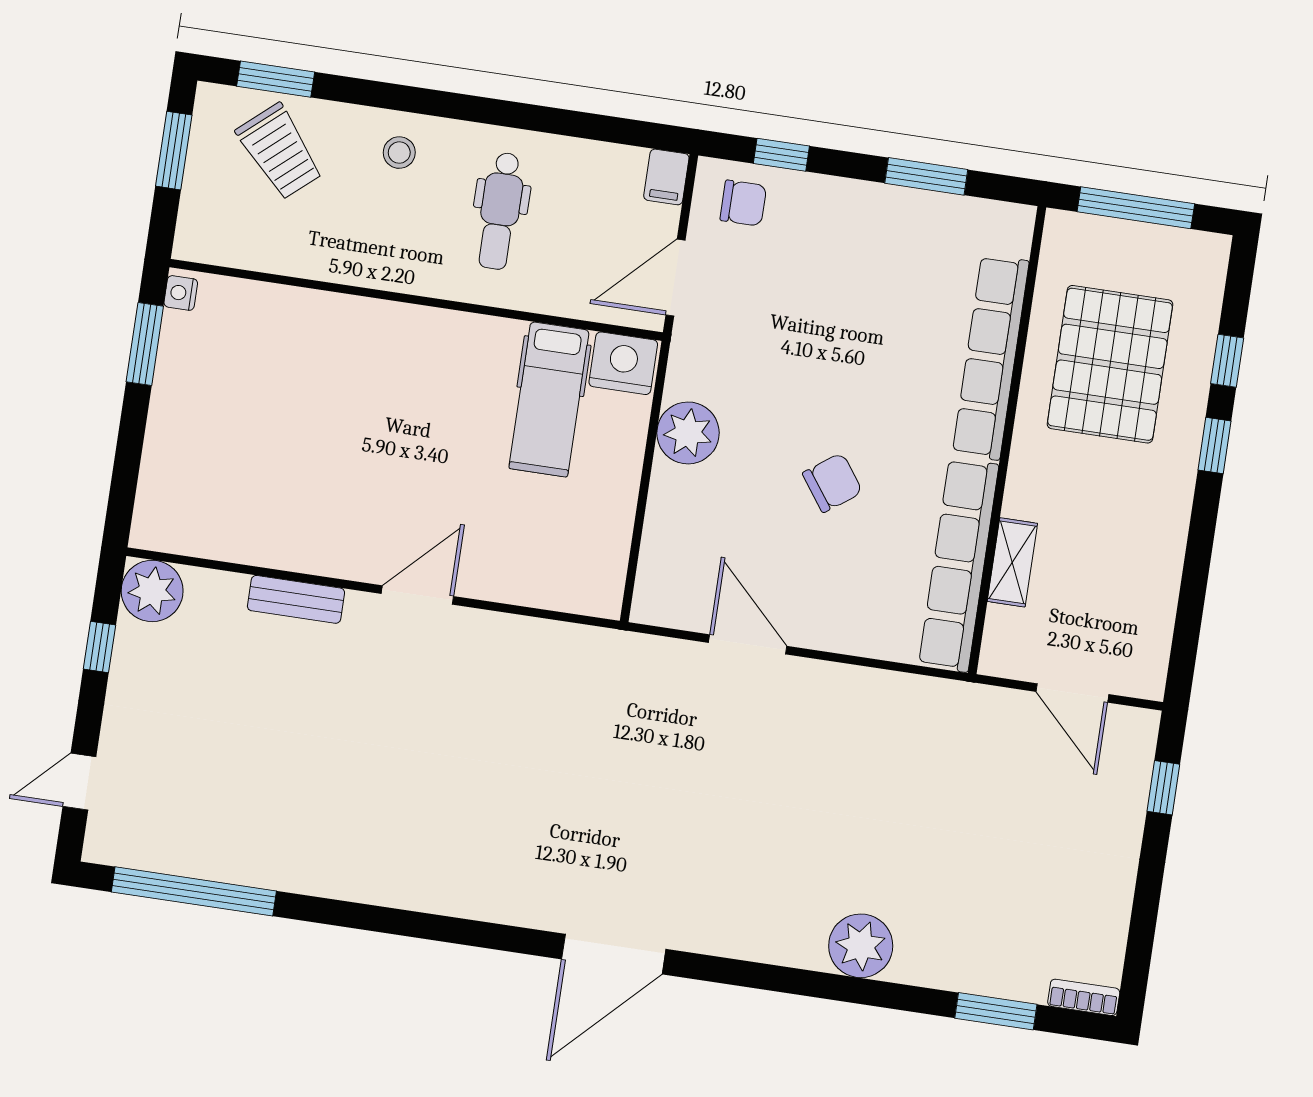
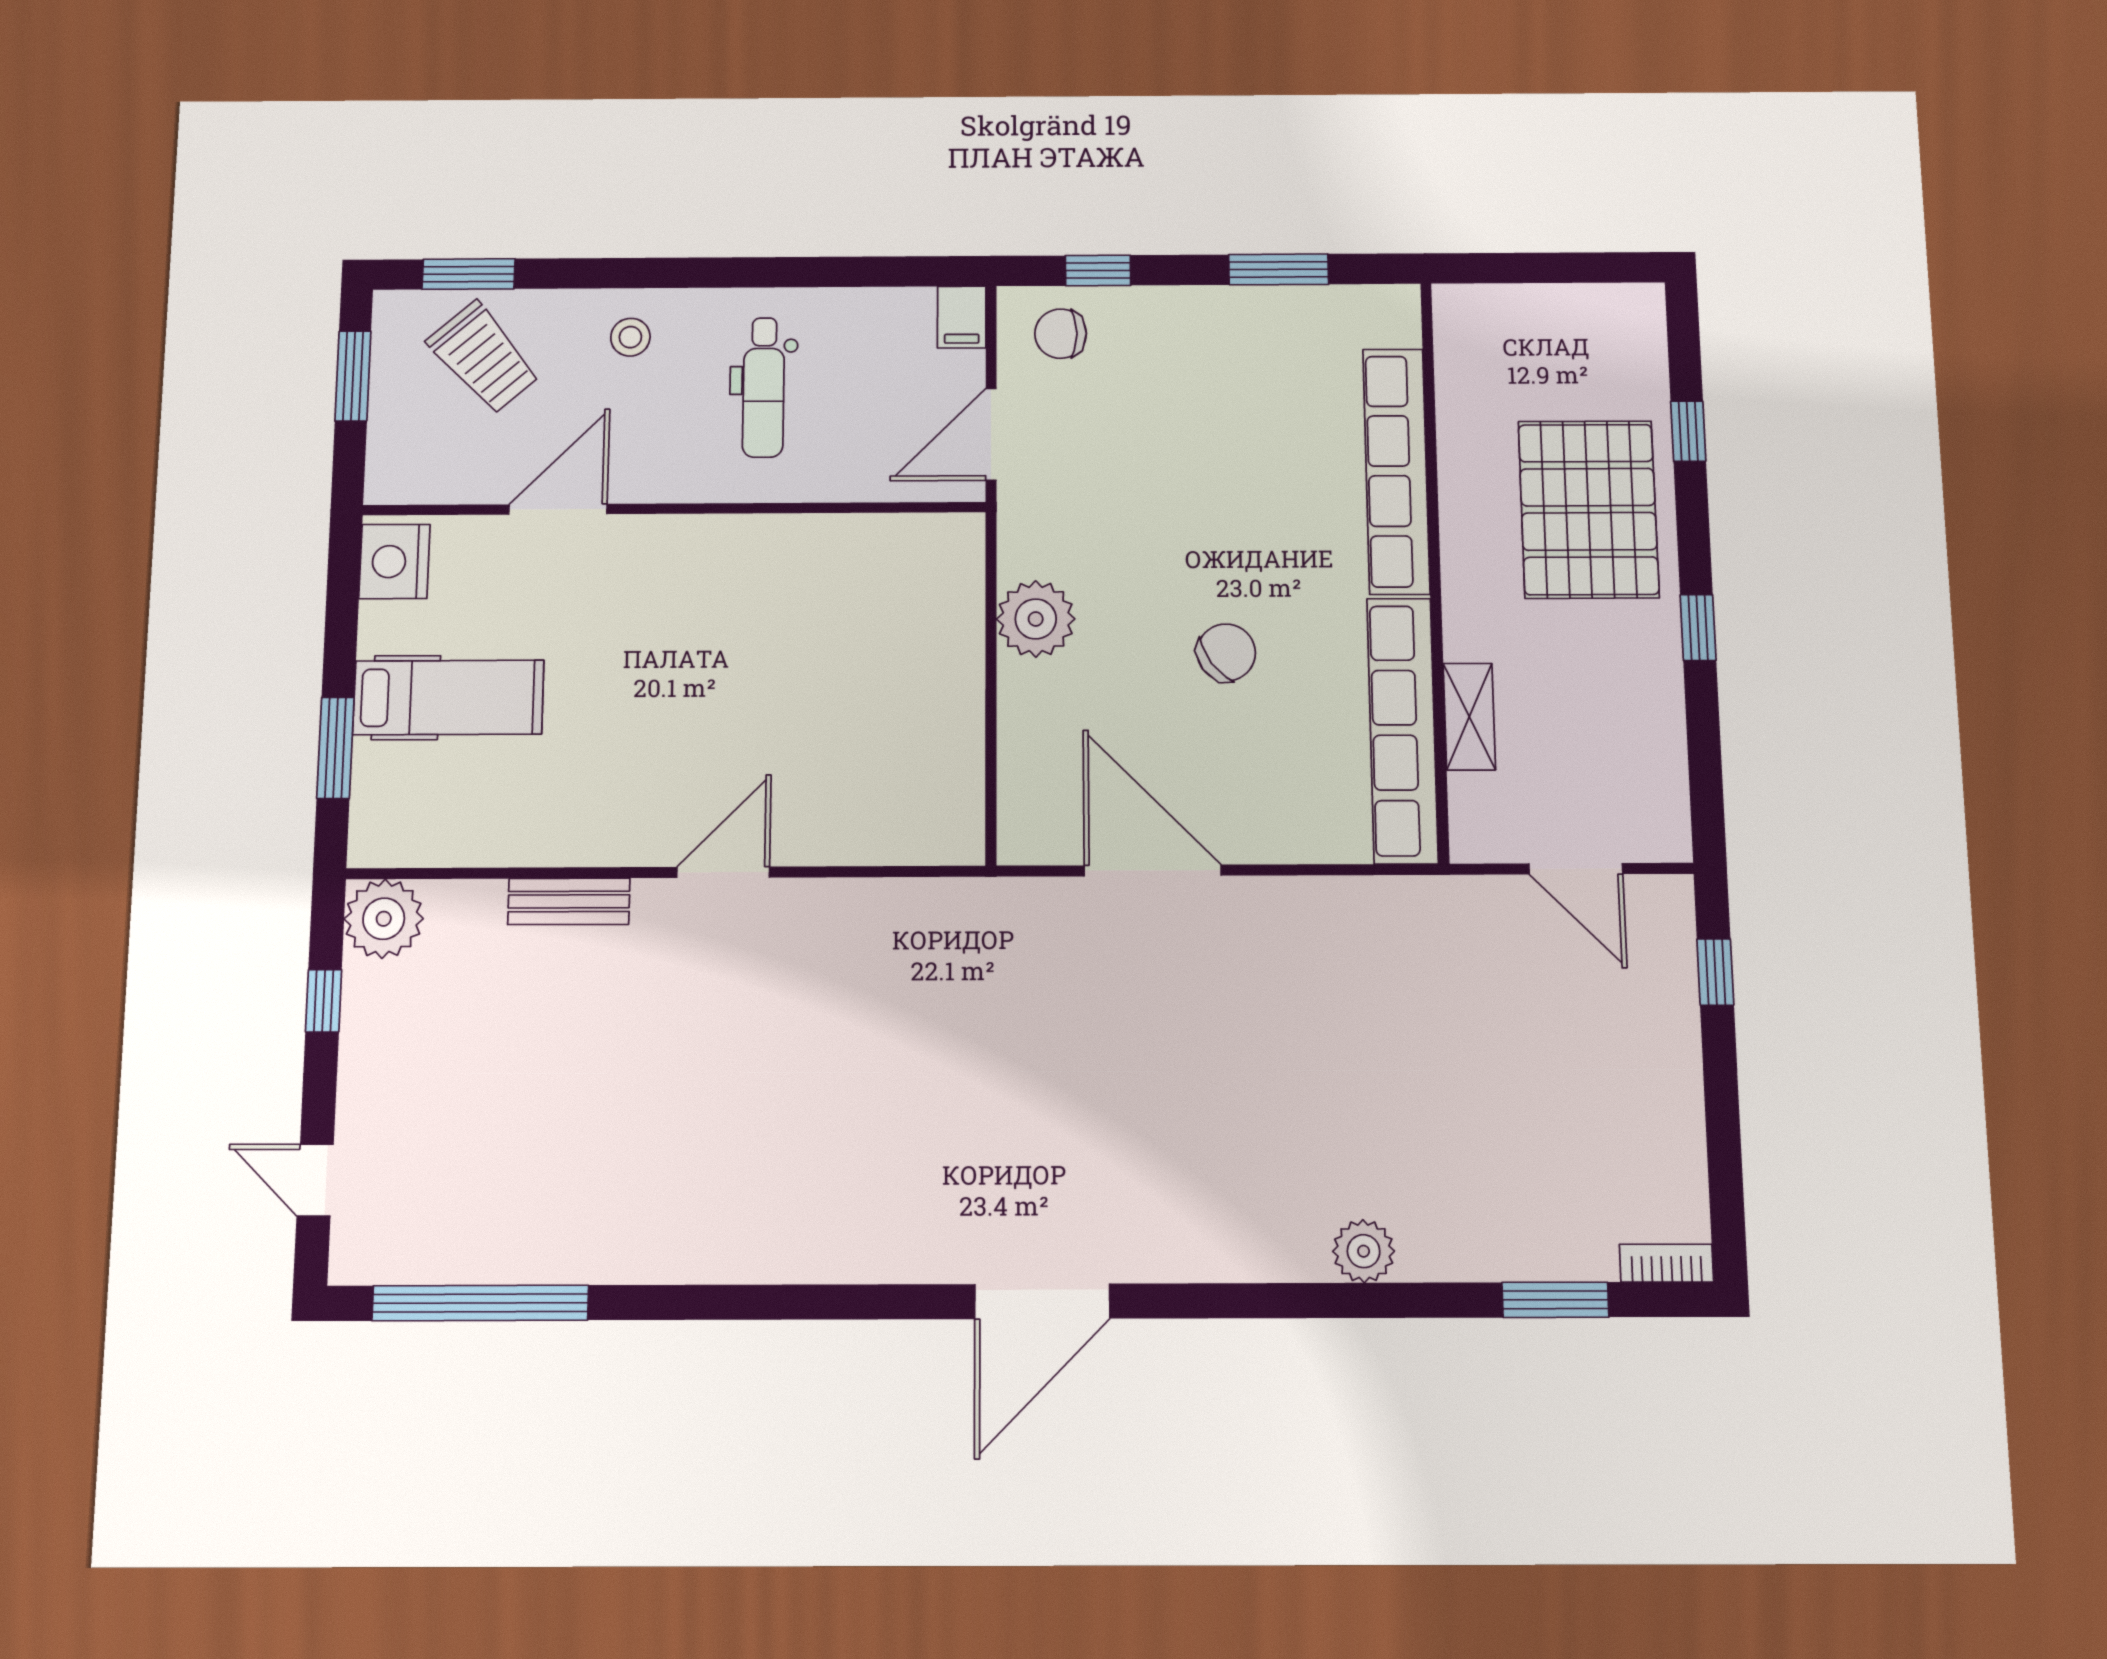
chair: (743, 203) -> (1061, 334), turned 180
window: (1136, 208) -> (1540, 268), removed
door: (324, 286) -> (558, 509), added
nightstand: (181, 293) -> (394, 562), width x1.89, depth x1.79
window: (145, 344) -> (335, 748), moved
nightstand: (623, 363) -> (942, 546), removed
pallet: (1110, 364) -> (1588, 509), moved
hospital bed: (549, 399) -> (448, 697), moved, turned -90
window: (1214, 446) -> (1698, 628), moved
door: (748, 644) -> (1153, 870), width x1.36
door: (79, 782) -> (315, 1180), hinge flipped
plant: (861, 946) -> (1364, 1251), width x0.73, depth x0.73

